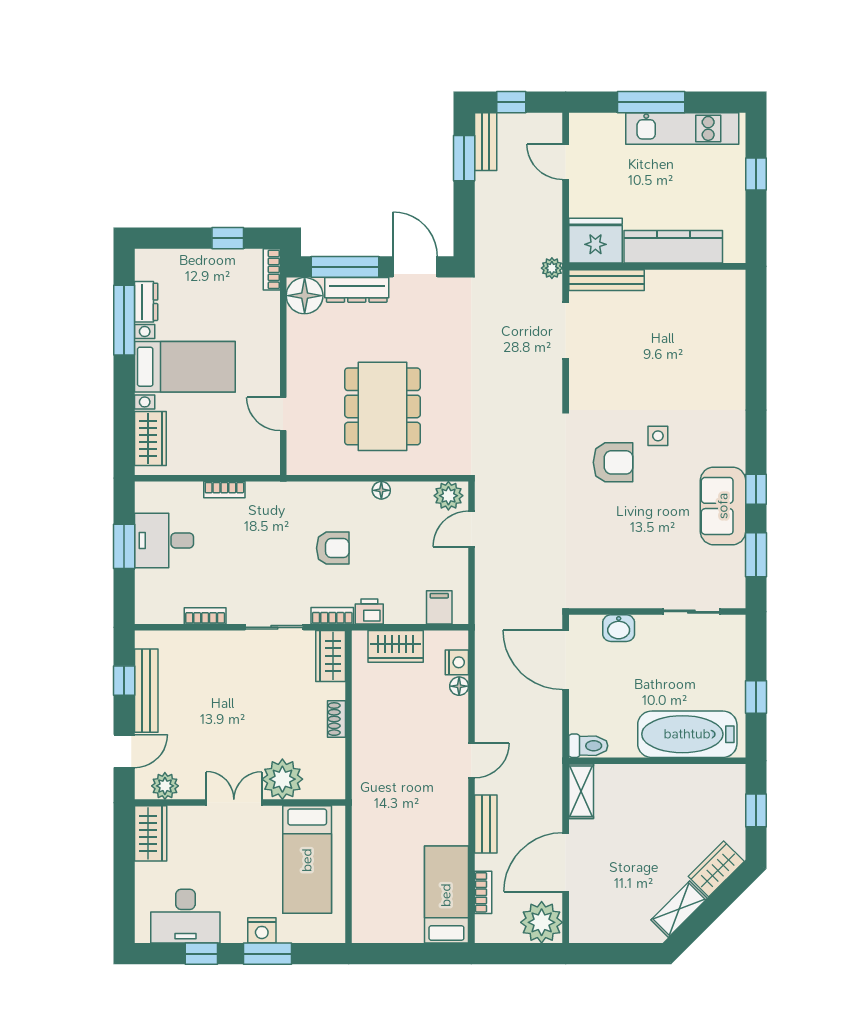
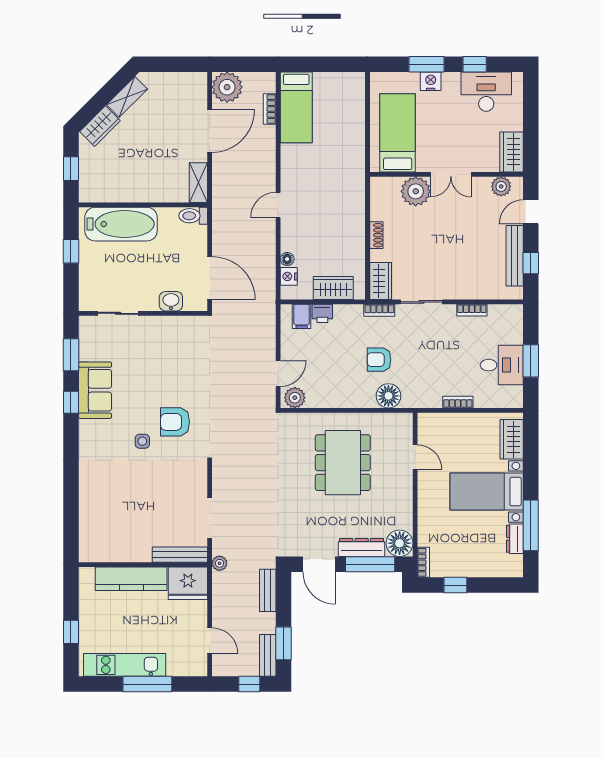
floor lamp: (381, 490) -> (388, 396), moved, width x1.89, depth x1.89
printer: (369, 612) -> (322, 313), moved
bench: (486, 824) -> (268, 590), moved

